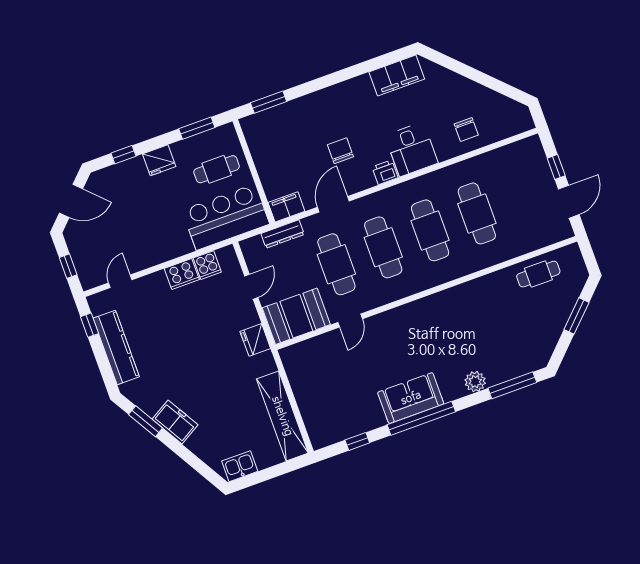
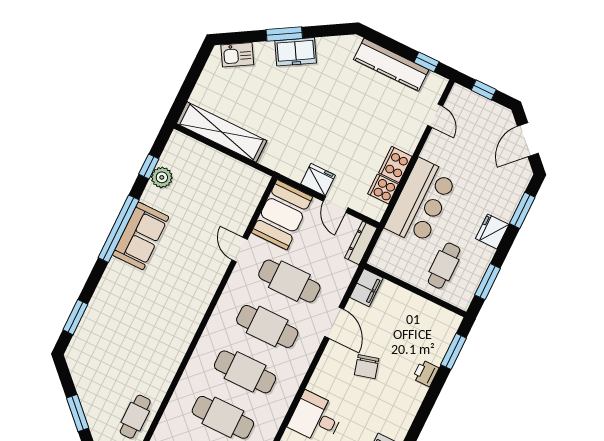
chair: (340, 151) -> (367, 367), turned 75
window: (123, 155) -> (522, 210), width x1.50
printer: (385, 172) -> (426, 373), moved, turned 180
bar counter: (226, 217) -> (421, 202), moved
dresser: (283, 234) -> (361, 243), moved
fridge: (255, 340) -> (318, 180), moved
plant: (475, 382) -> (162, 177), moved
window: (512, 385) -> (75, 317), width x0.69
window: (146, 421) -> (284, 34), moved
kitchen sink: (240, 466) -> (237, 55), moved, turned 60

